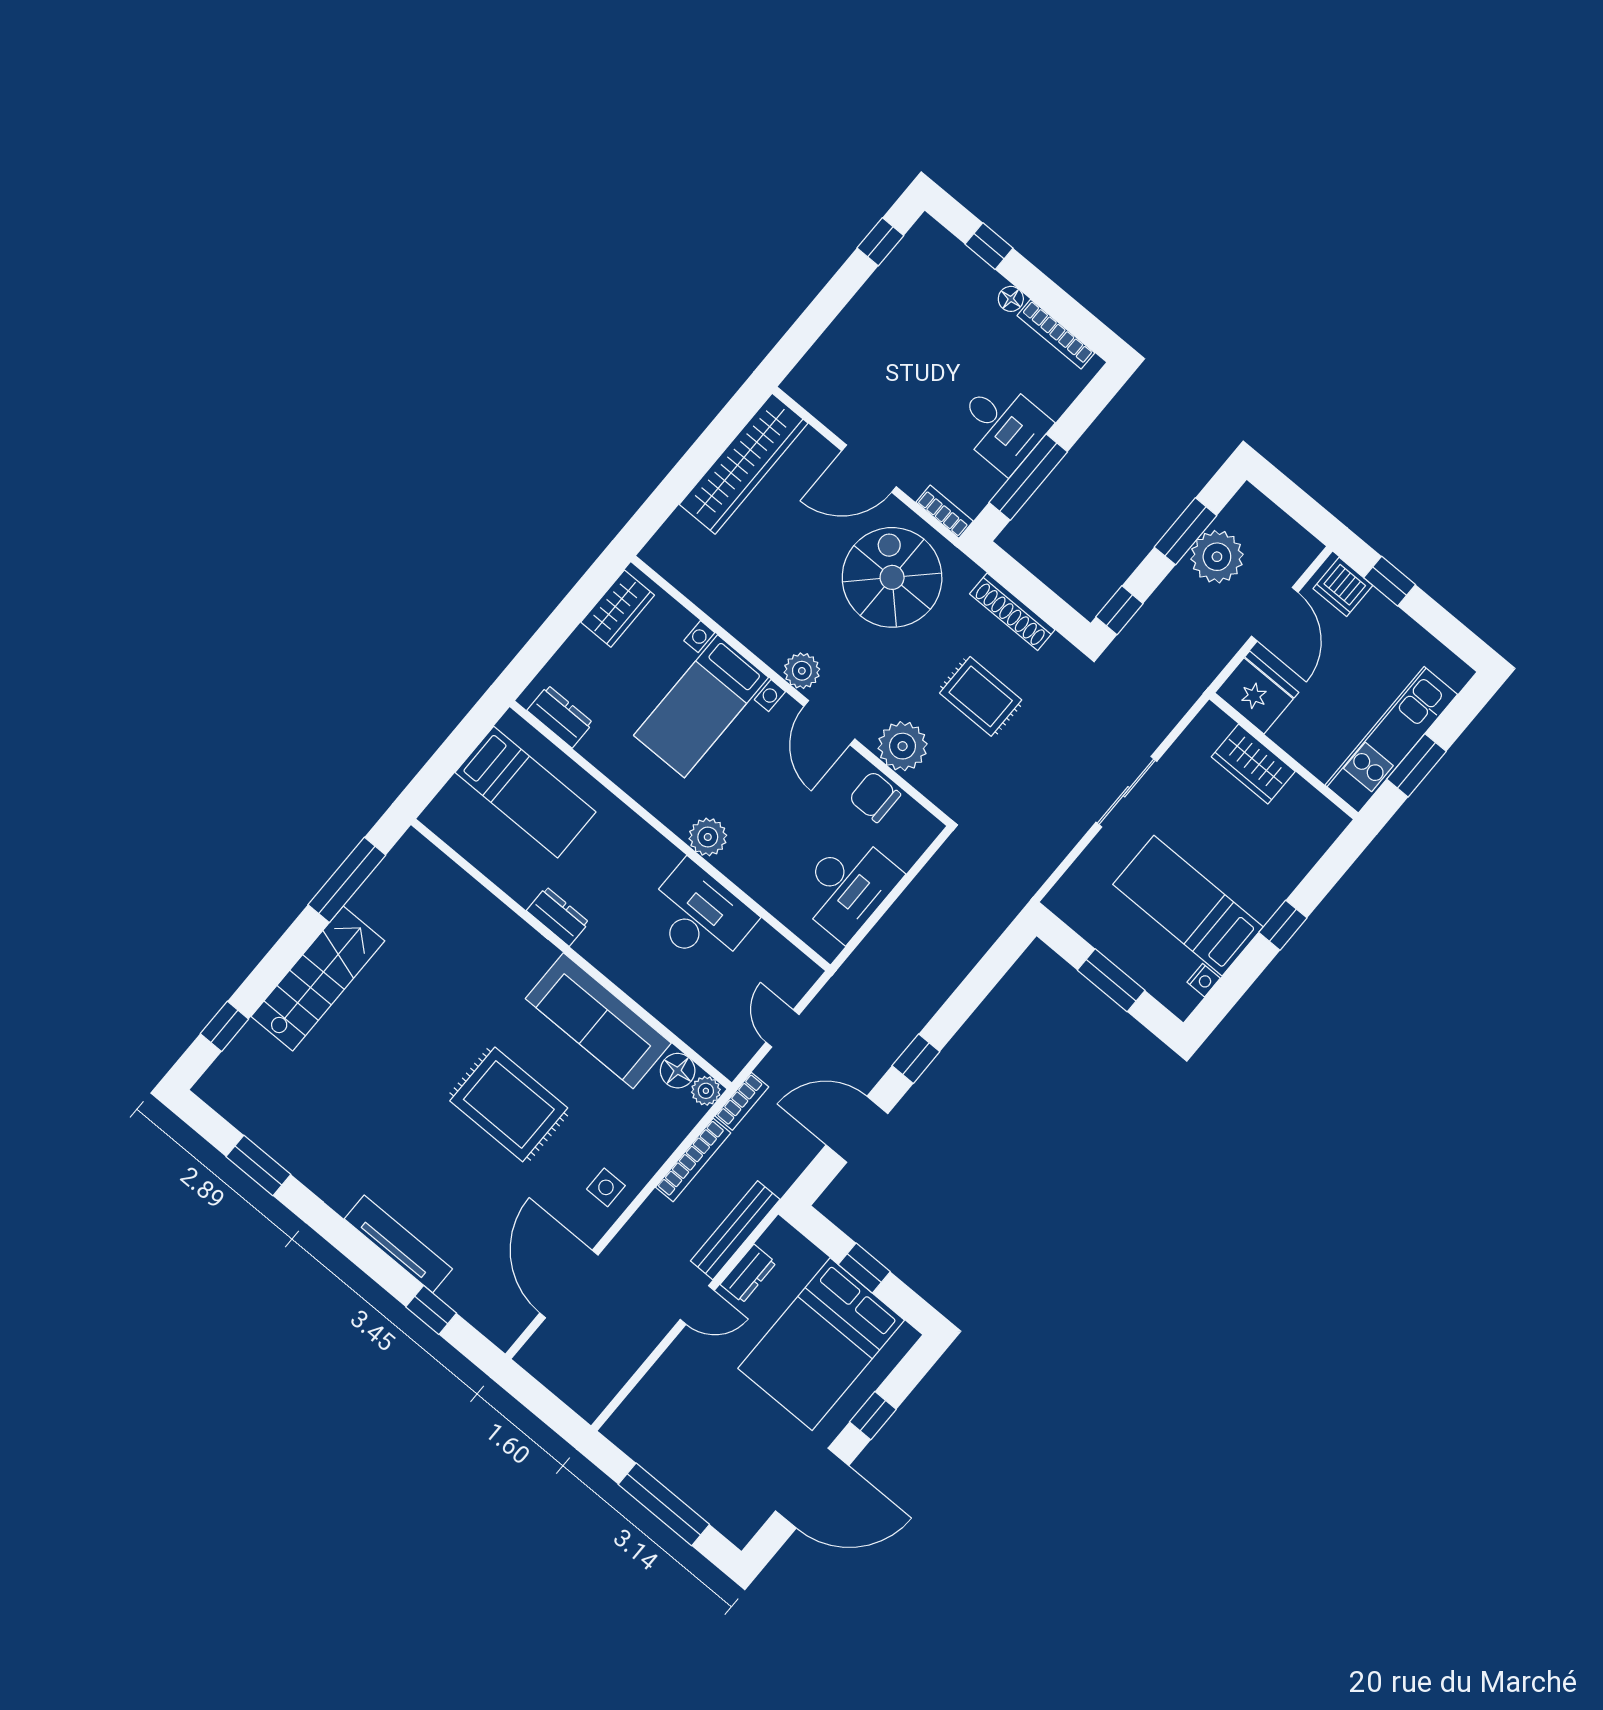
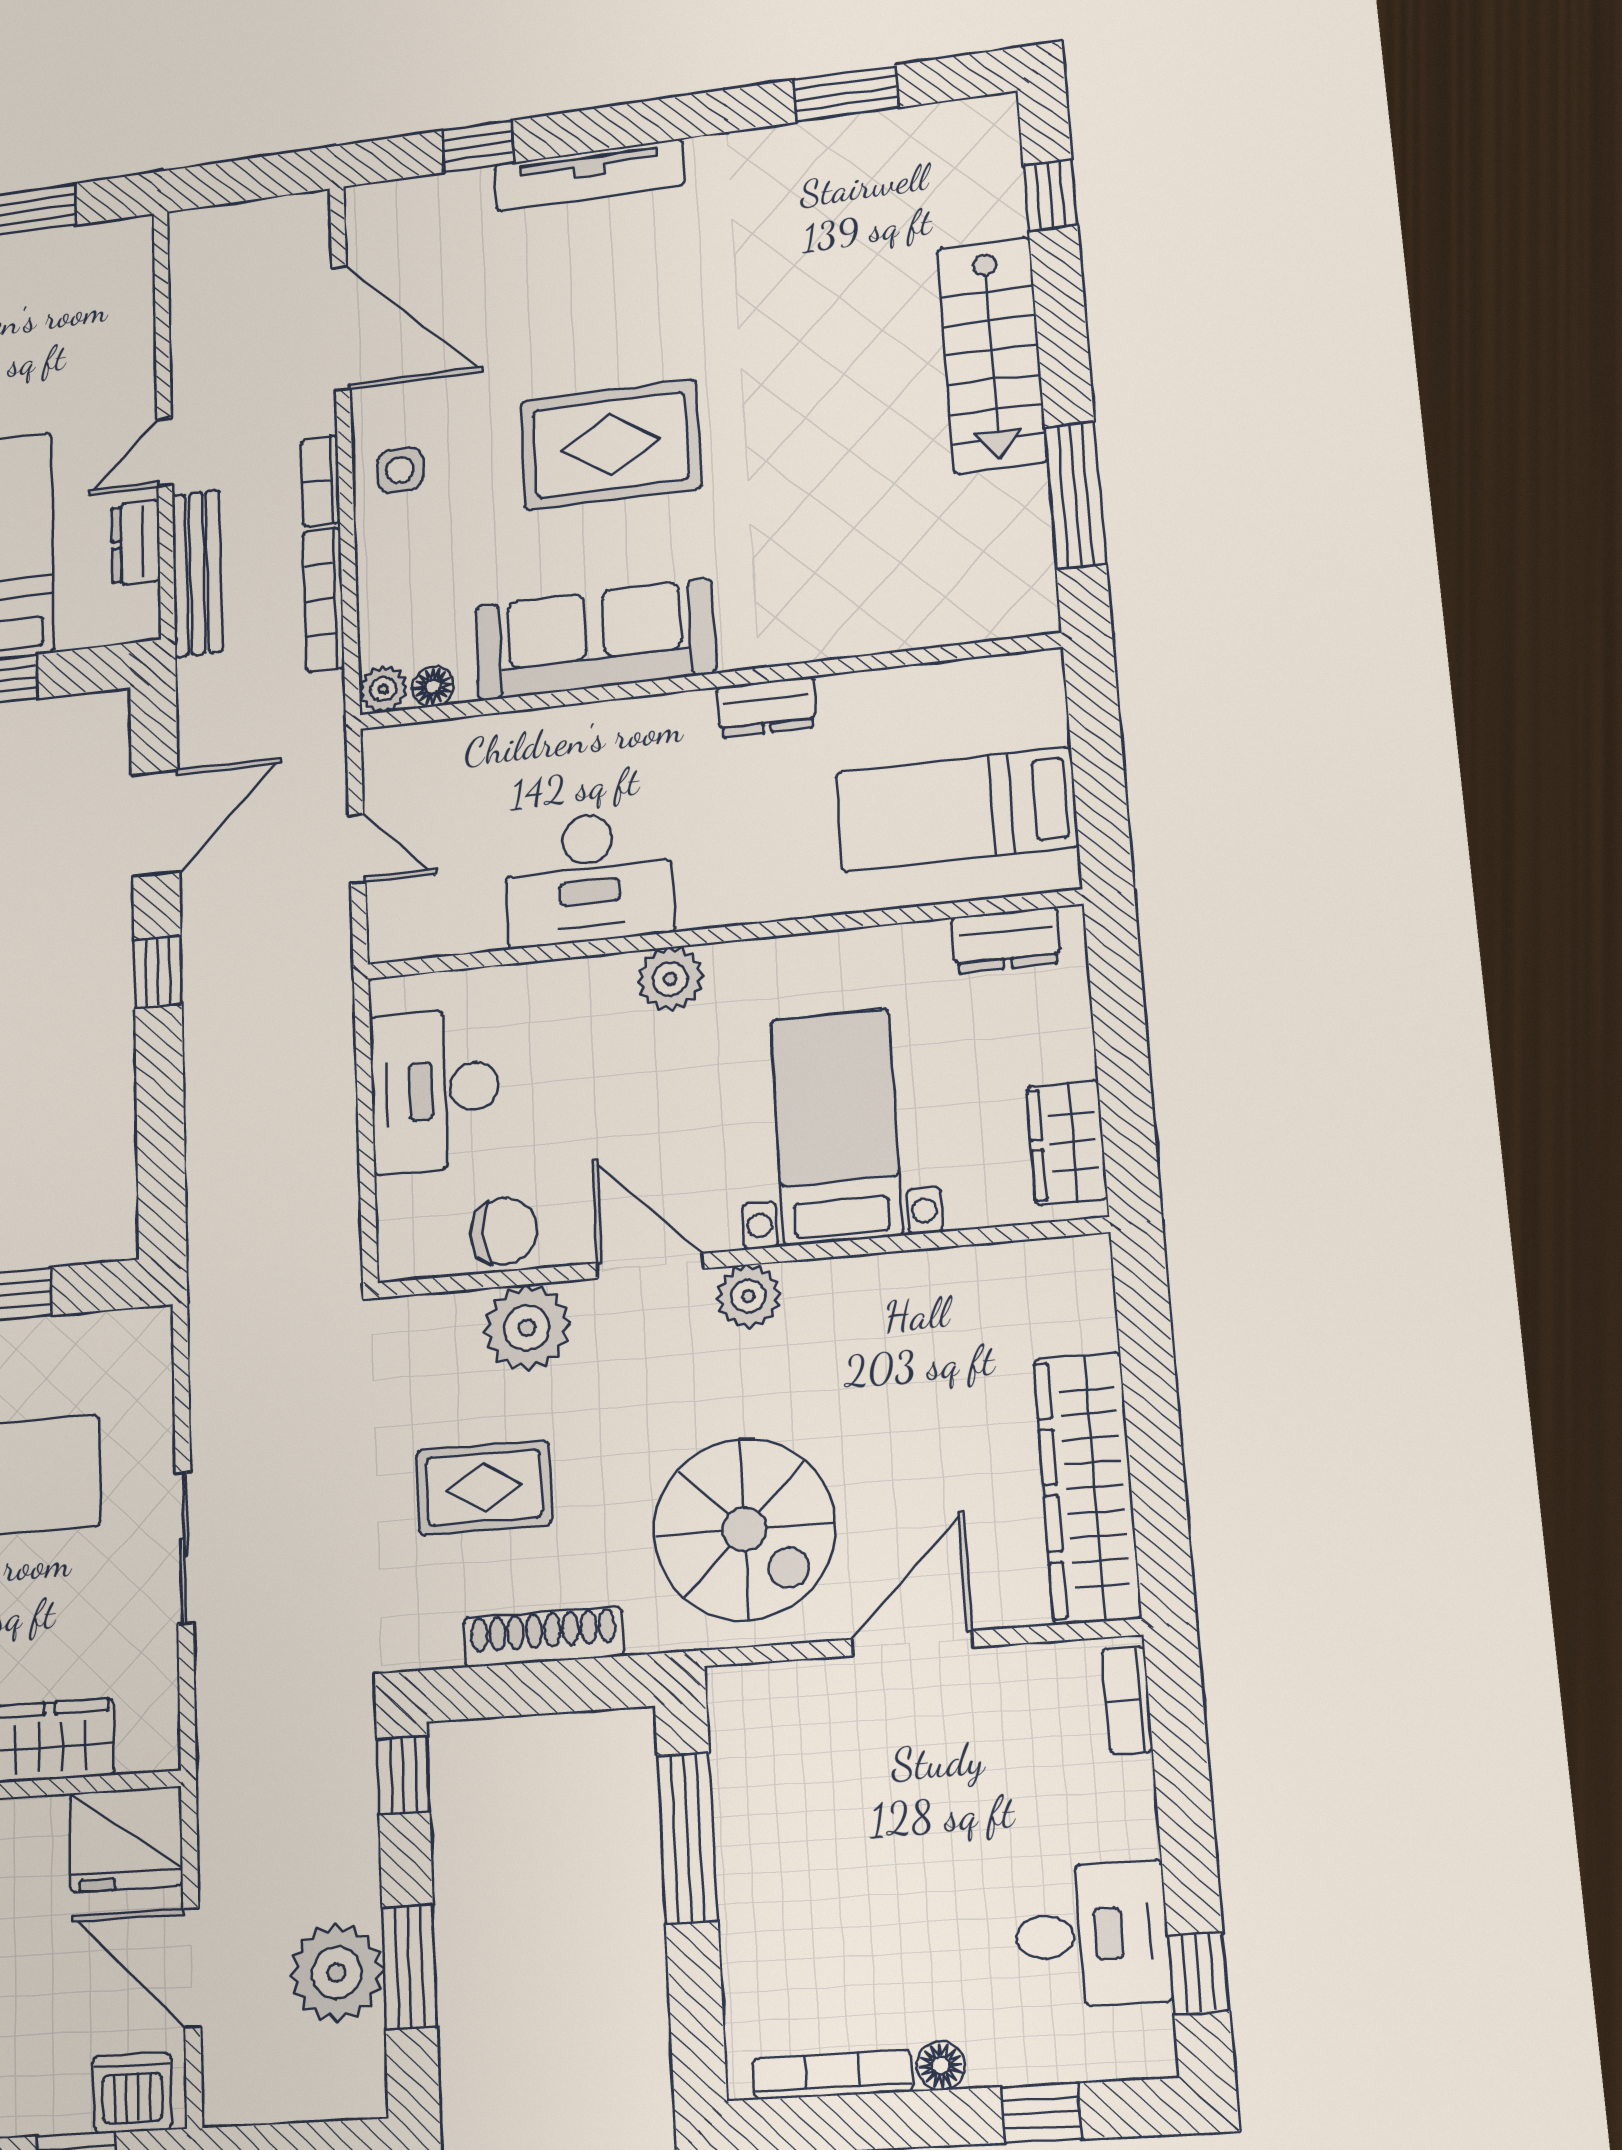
desk: (1002, 426) -> (1092, 1935), moved, turned 180
bookcase: (945, 512) -> (1127, 1700), moved, turned 90
floor lamp: (678, 1071) -> (433, 687), width x0.73, depth x0.73
bookcase: (742, 1101) -> (320, 481), moved

